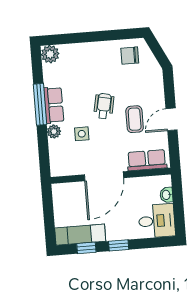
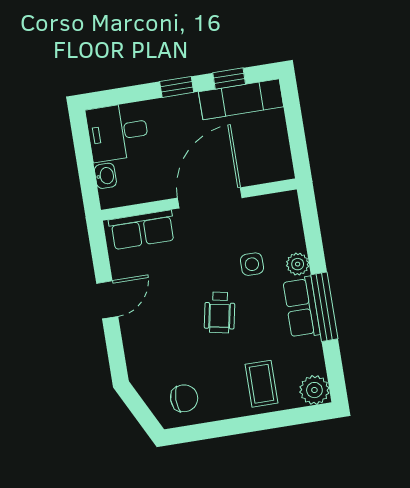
coffee table: (135, 119) -> (261, 384), moved

